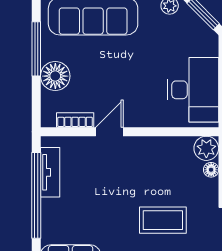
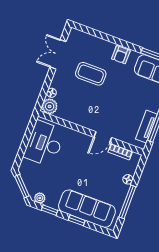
floor lamp: (55, 76) -> (128, 179), width x0.53, depth x0.53

